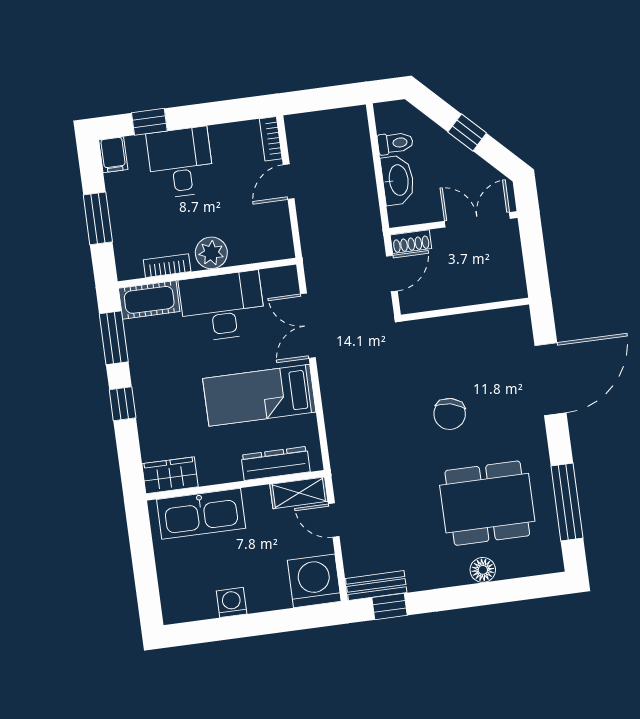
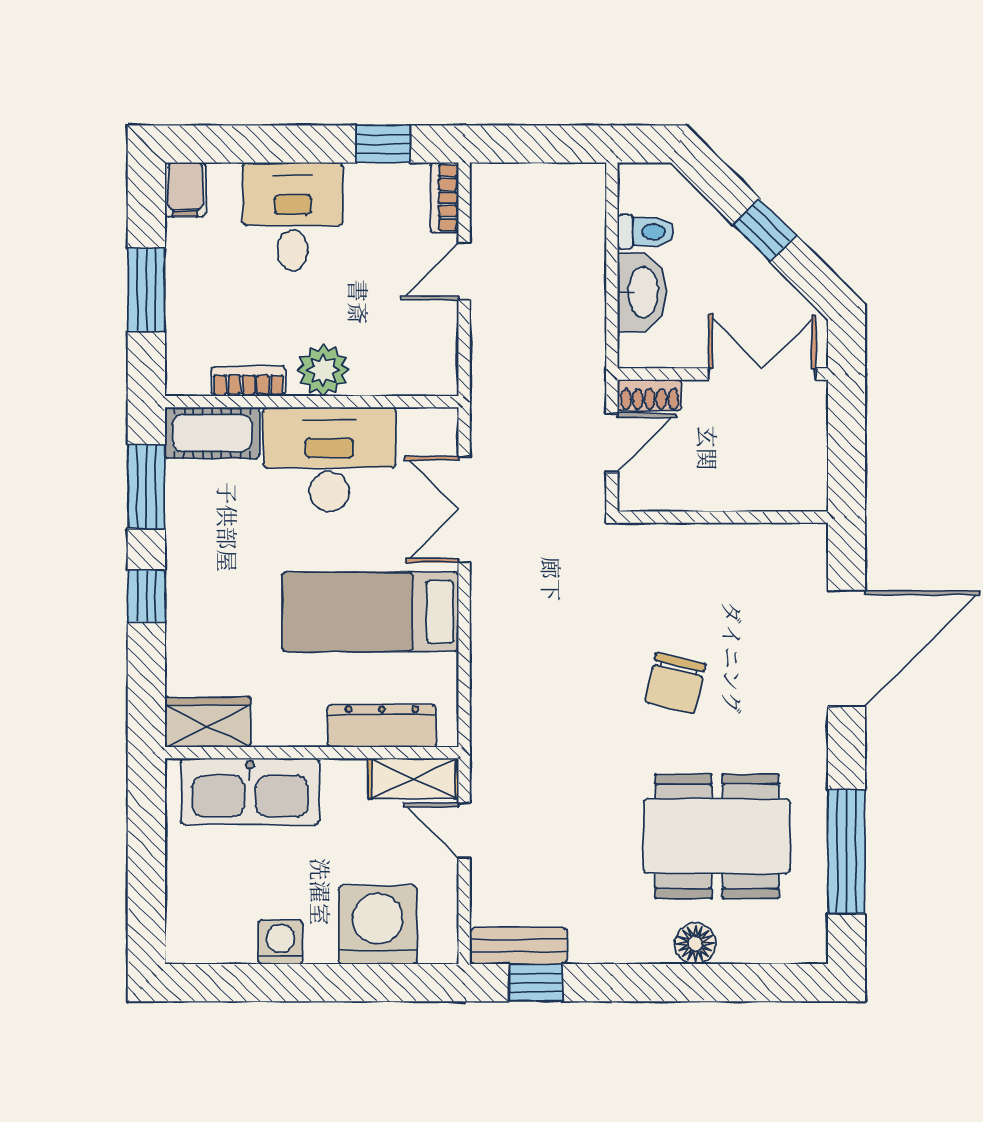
window: (149, 122) -> (383, 144), moved
washing machine: (314, 581) -> (378, 925), moved

